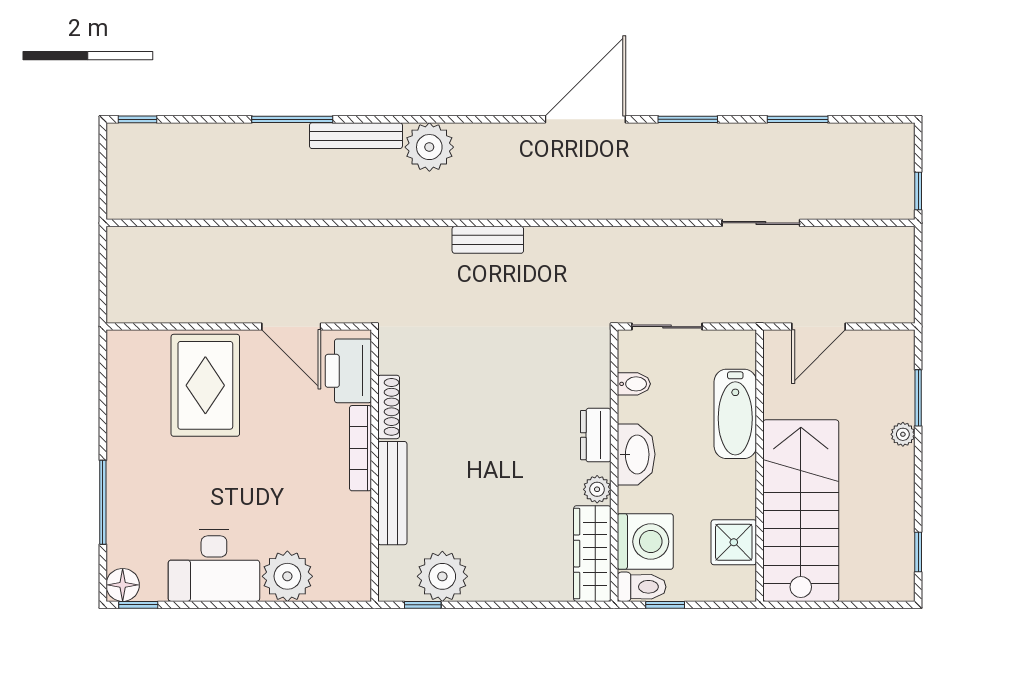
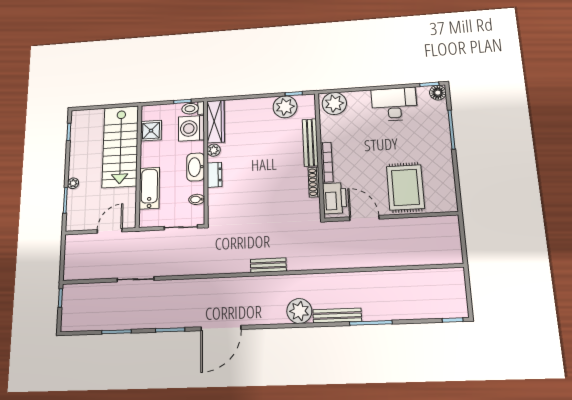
plant: (287, 576) -> (334, 104), moved

